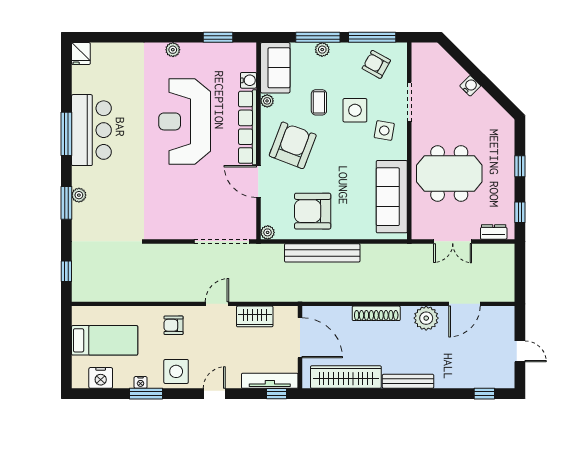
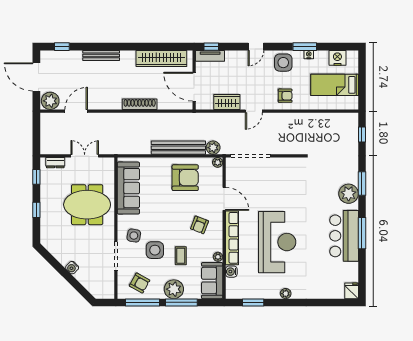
plant: (322, 50) -> (174, 289), width x1.88, depth x1.88
armchair: (293, 145) -> (200, 225), width x0.53, depth x0.53
plant: (79, 195) -> (349, 194), width x1.88, depth x1.88
plant: (274, 253) -> (213, 148), added
plant: (426, 318) -> (50, 101), moved
door: (520, 351) -> (36, 77), width x1.88
tv unit: (270, 381) -> (210, 56), width x0.71
bench: (408, 381) -> (101, 55), moved

